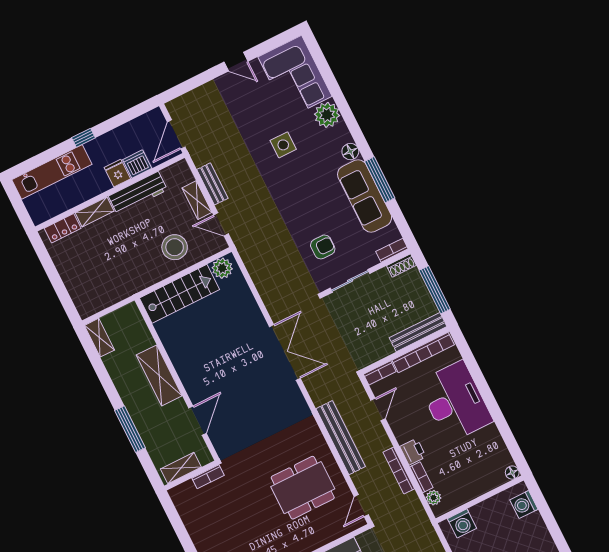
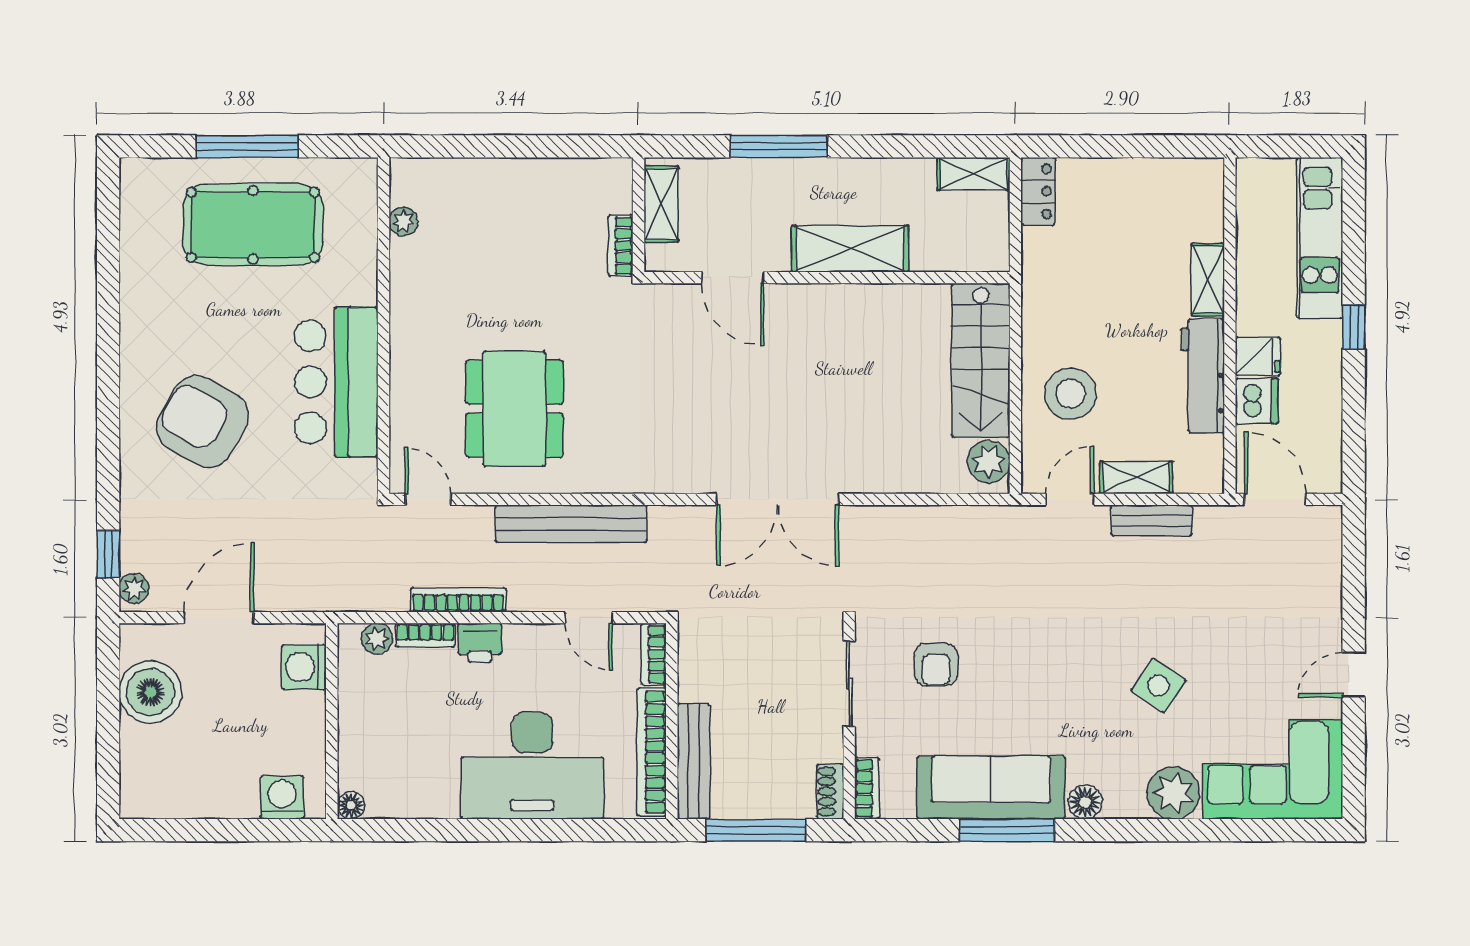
side table: (283, 145) -> (1158, 685), turned 34
locker: (63, 228) -> (1038, 191), moved, turned 180

